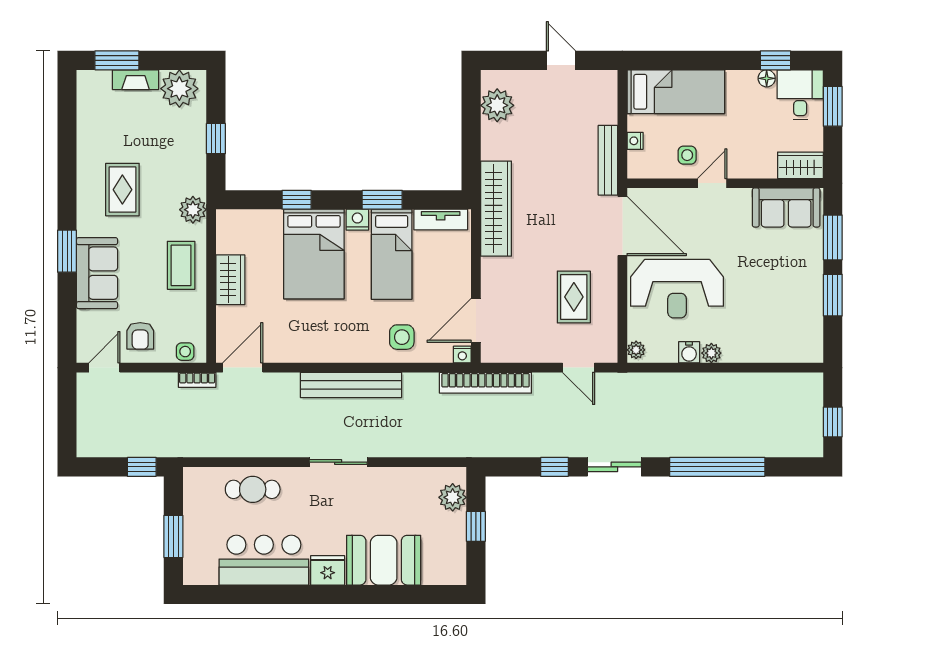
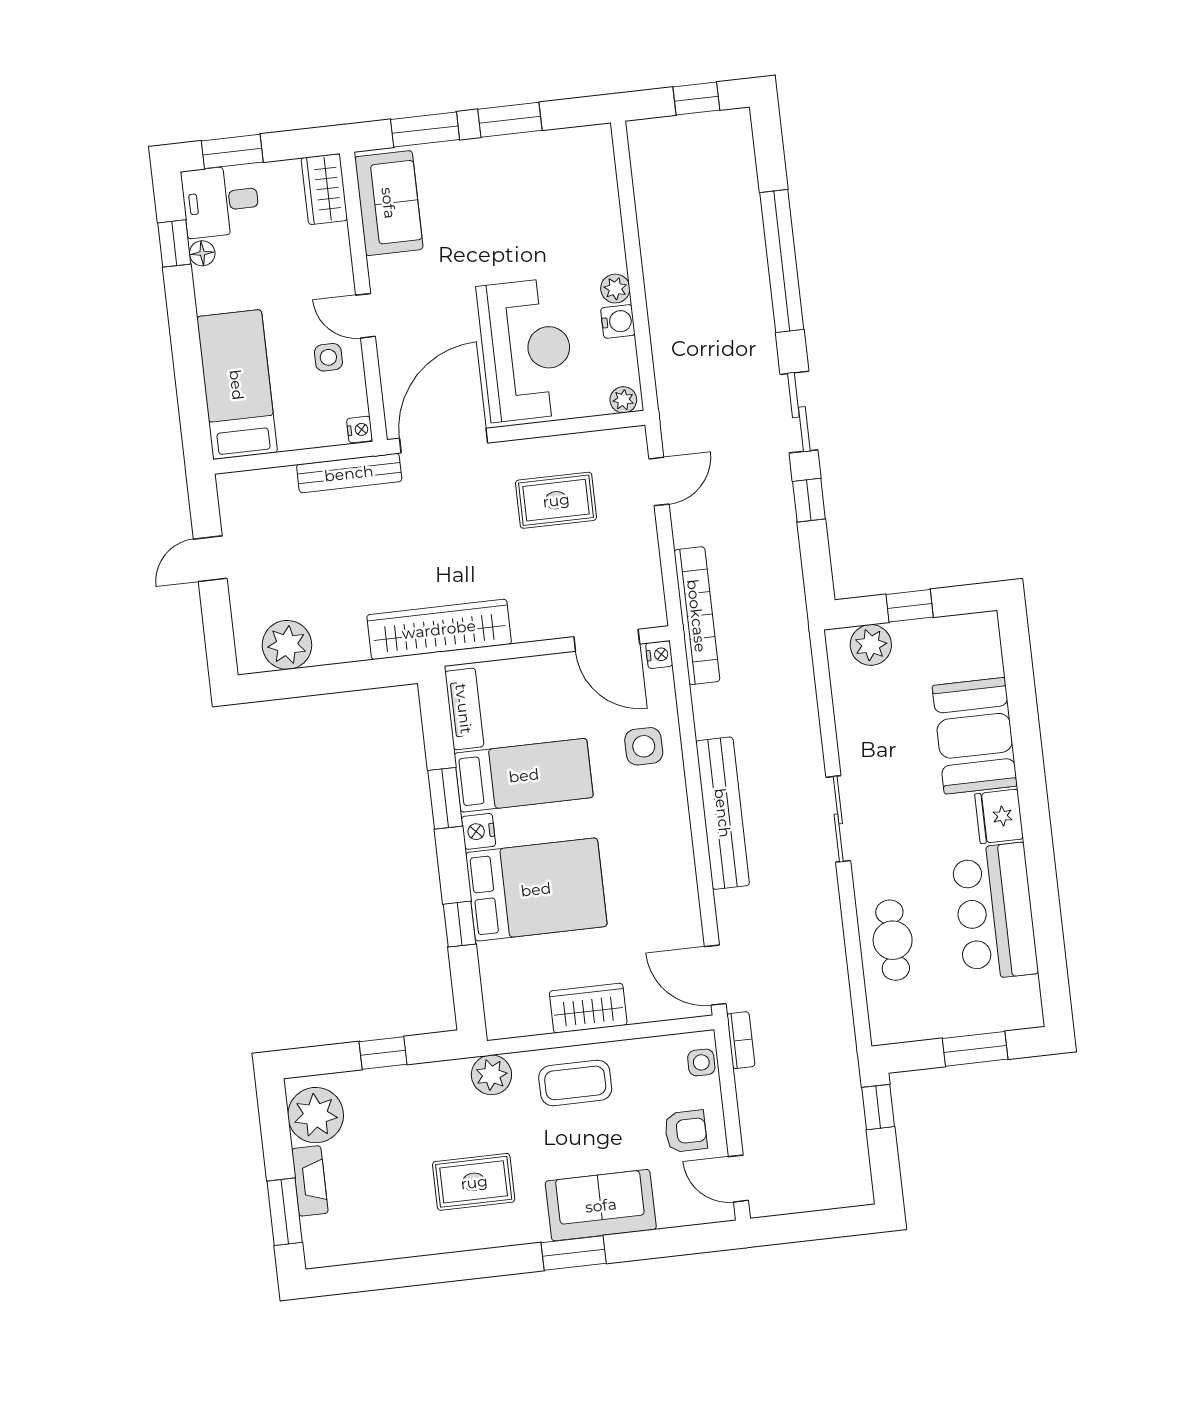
nightstand: (635, 141) -> (360, 430), moved, turned -90

